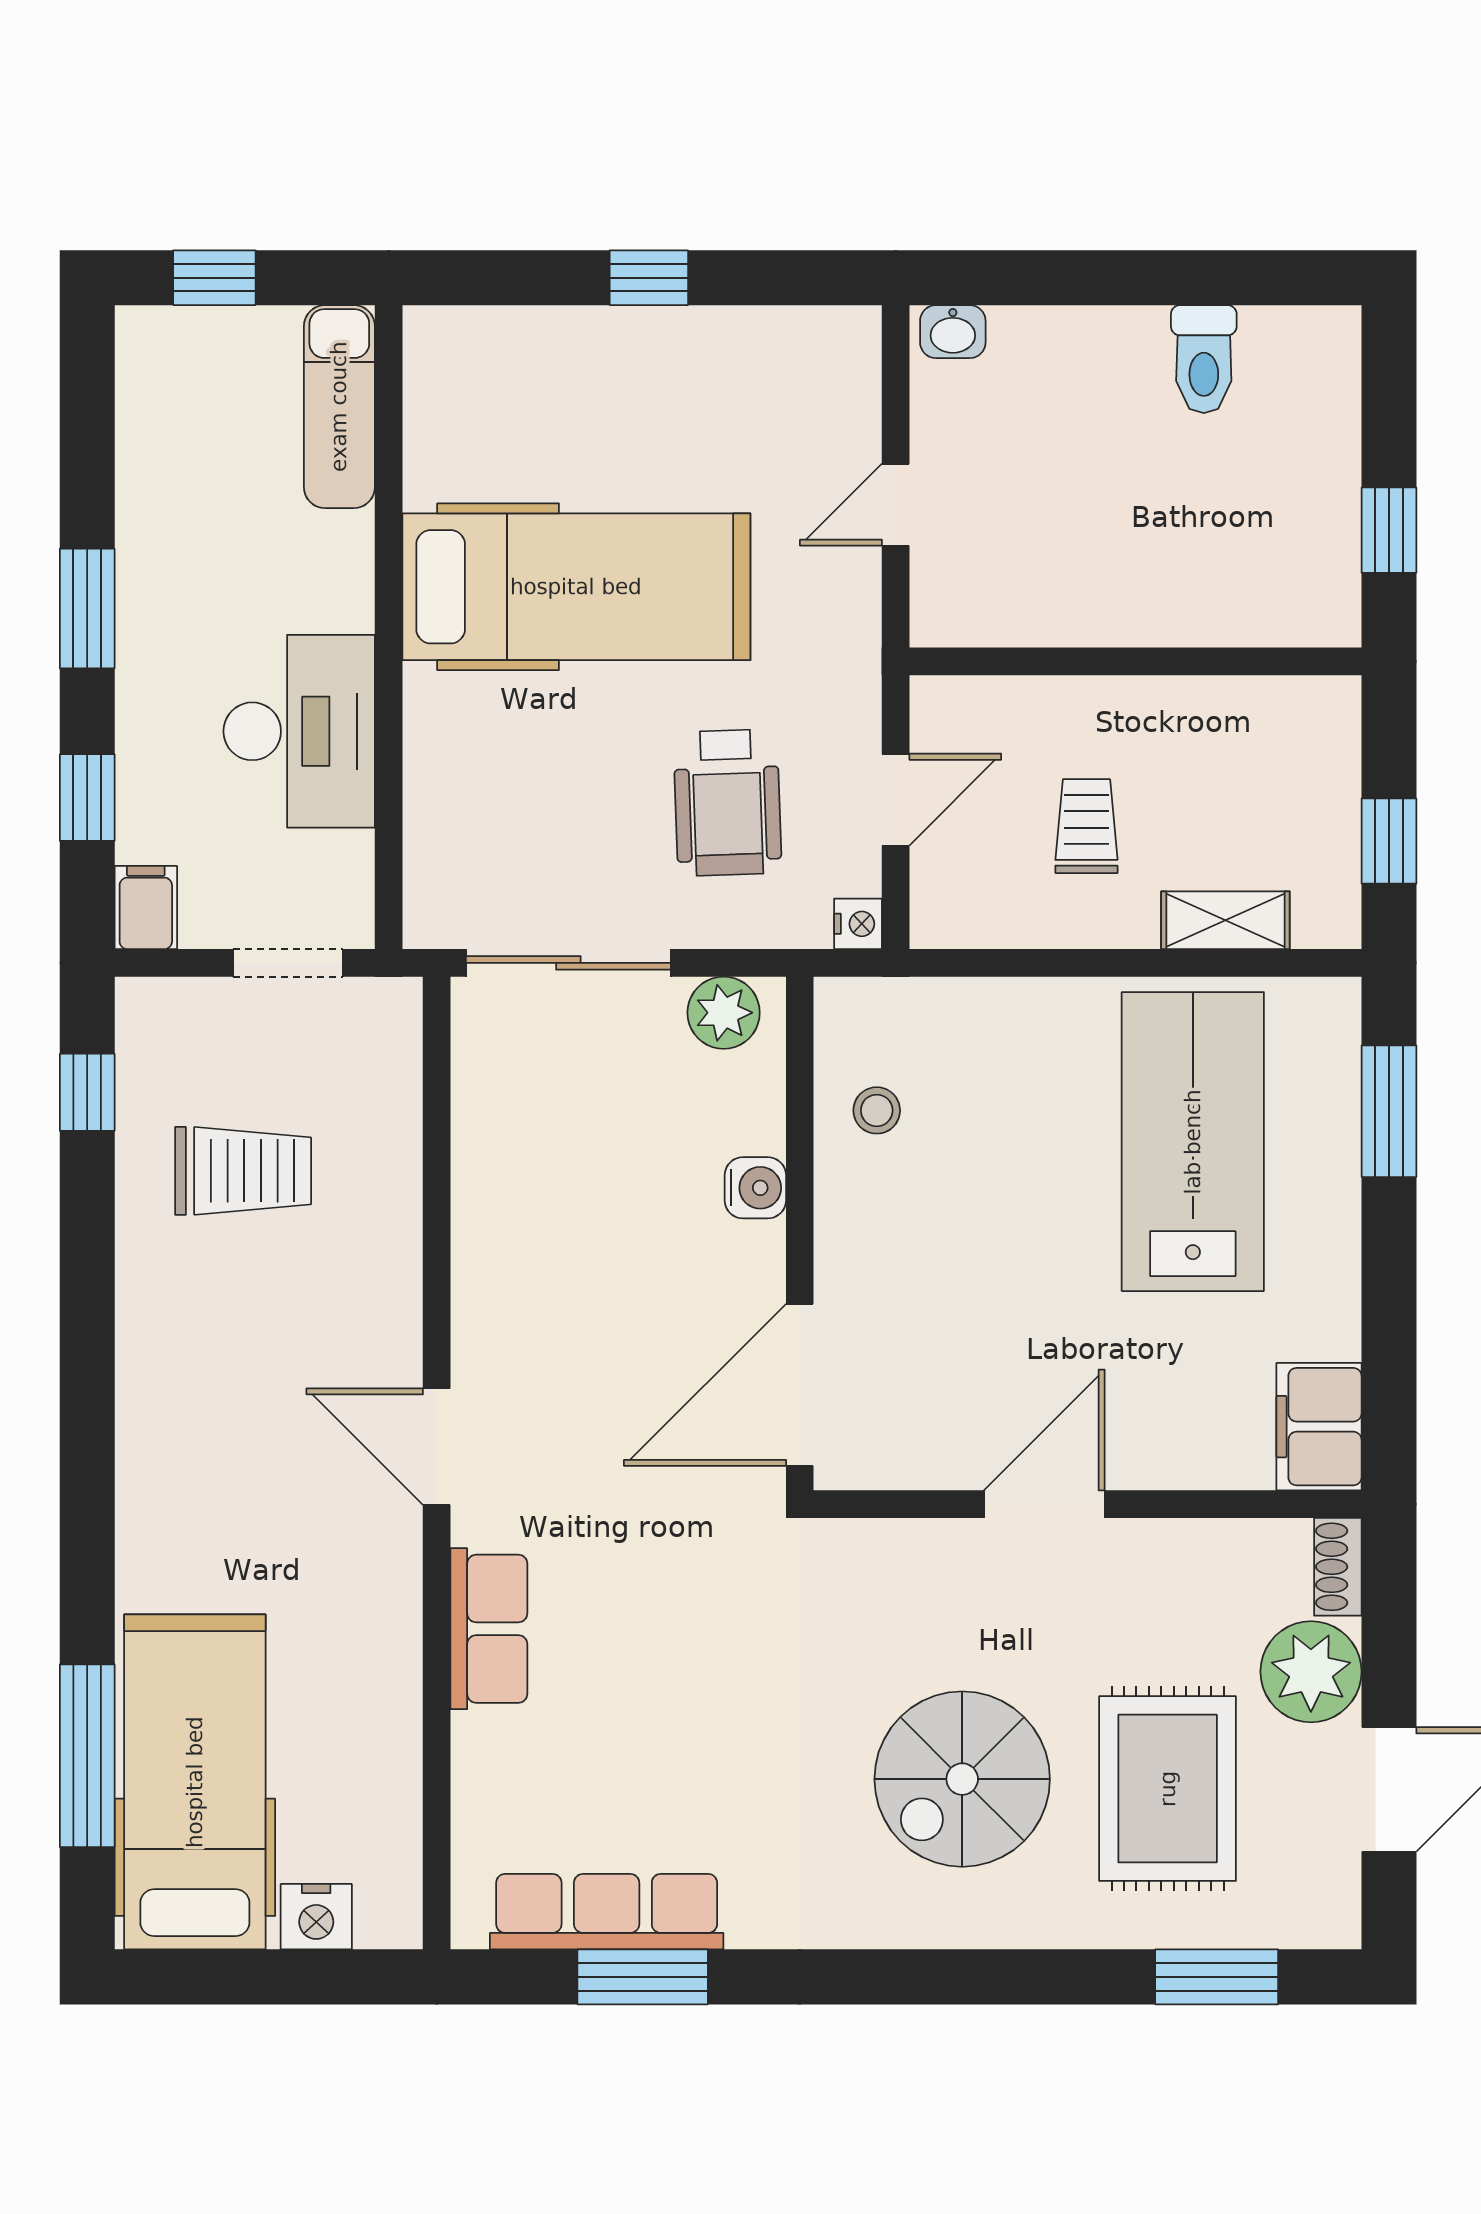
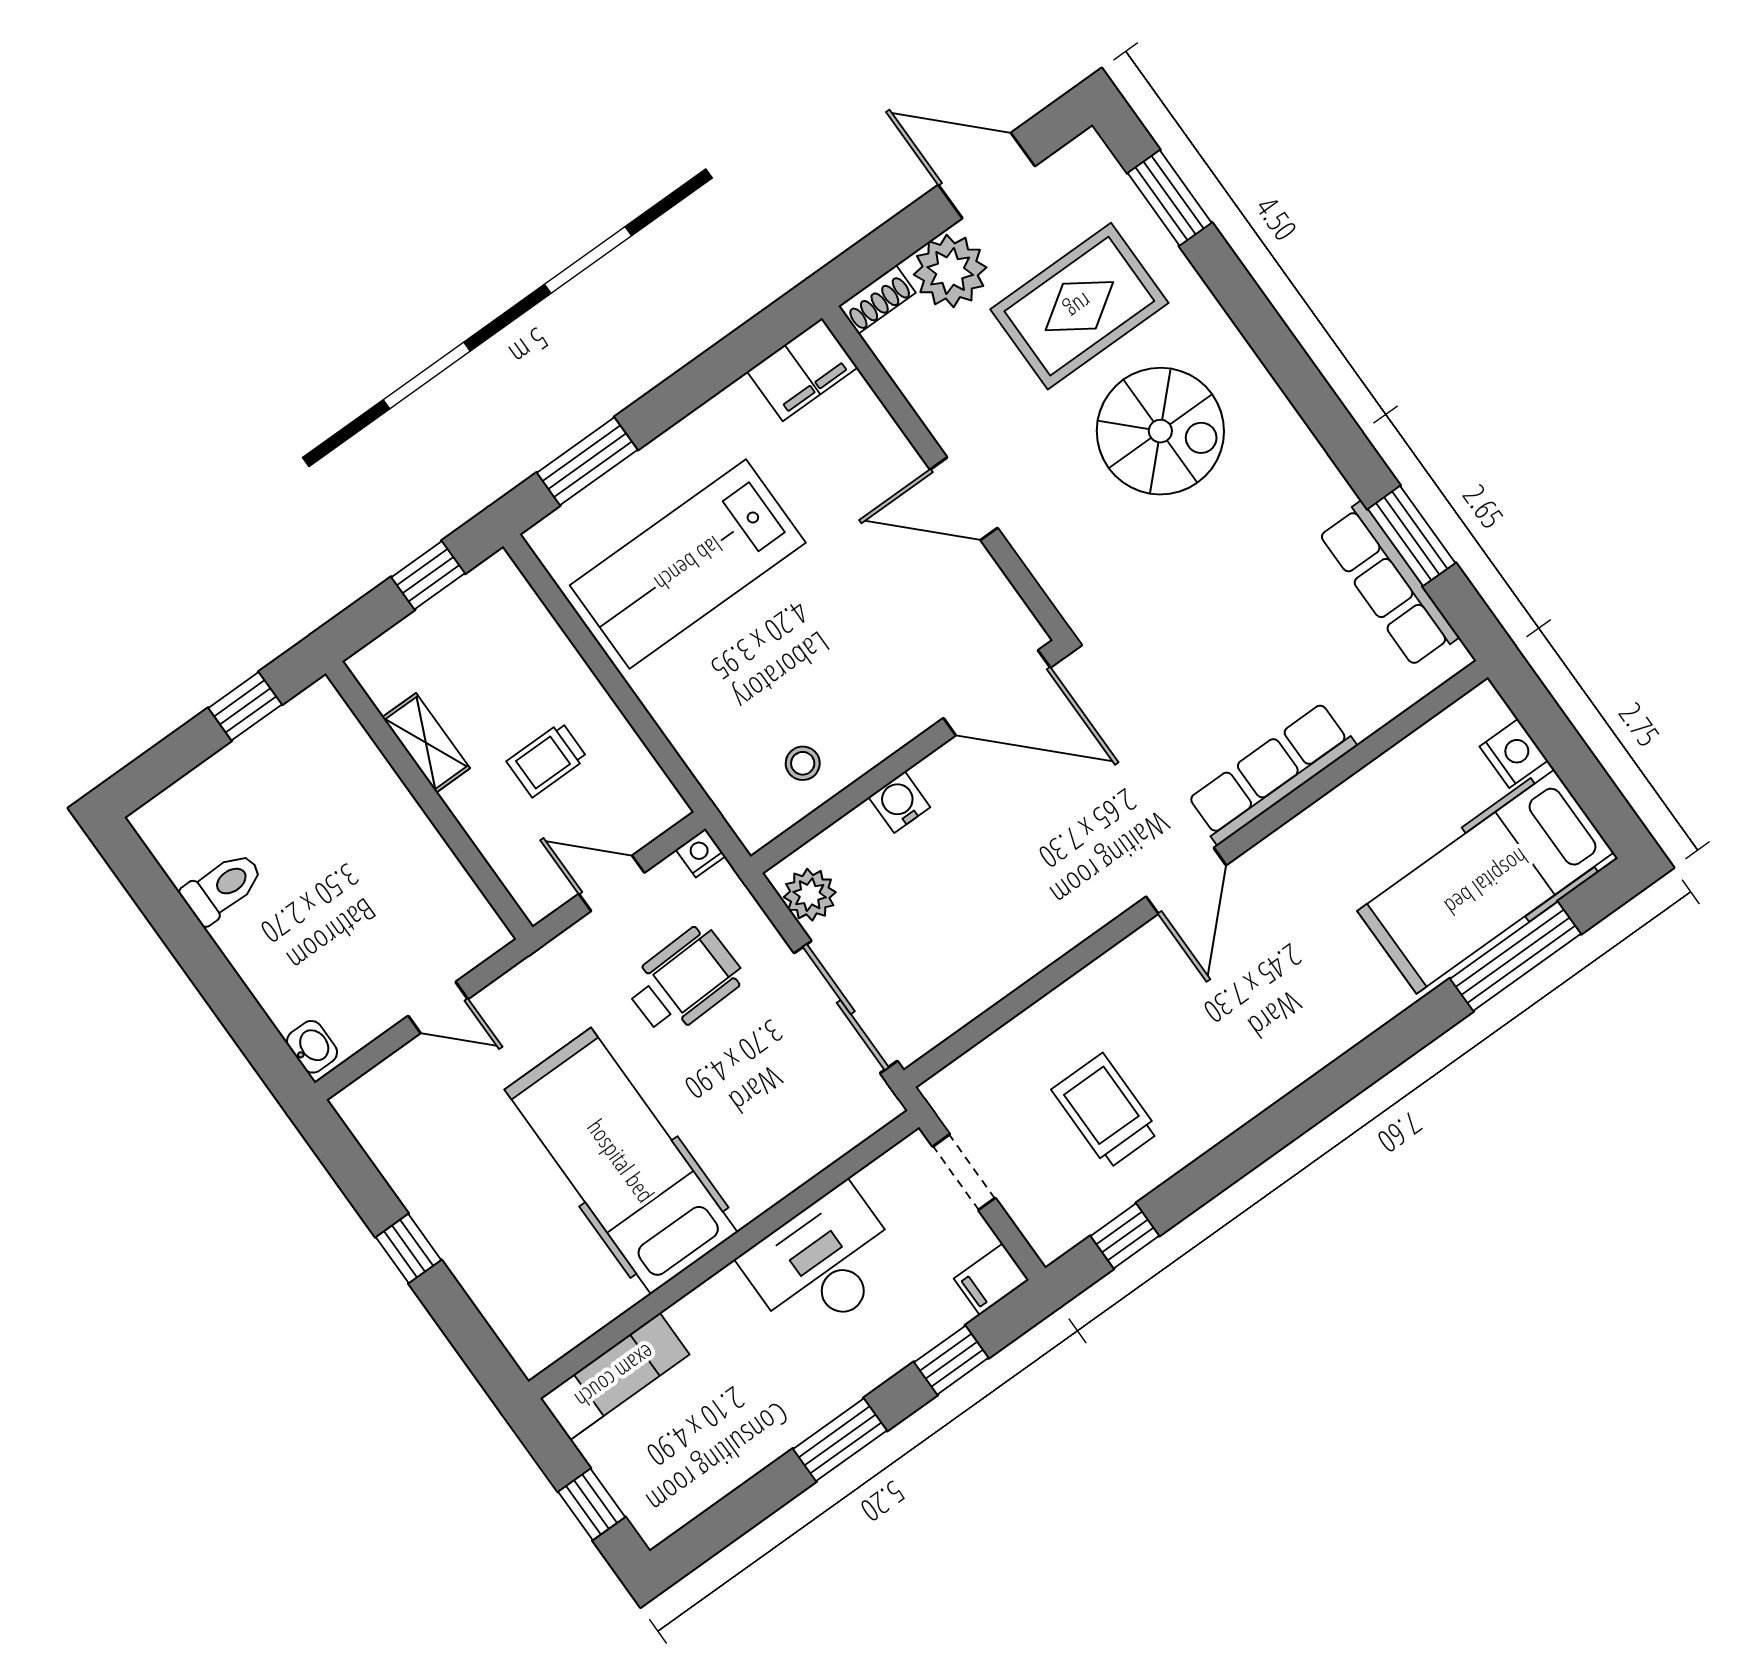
shelving: (1225, 920) -> (426, 743), moved
row of seats: (489, 1629) -> (1271, 773), width x1.48

